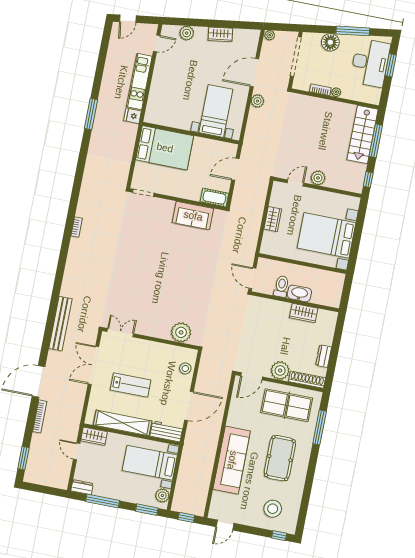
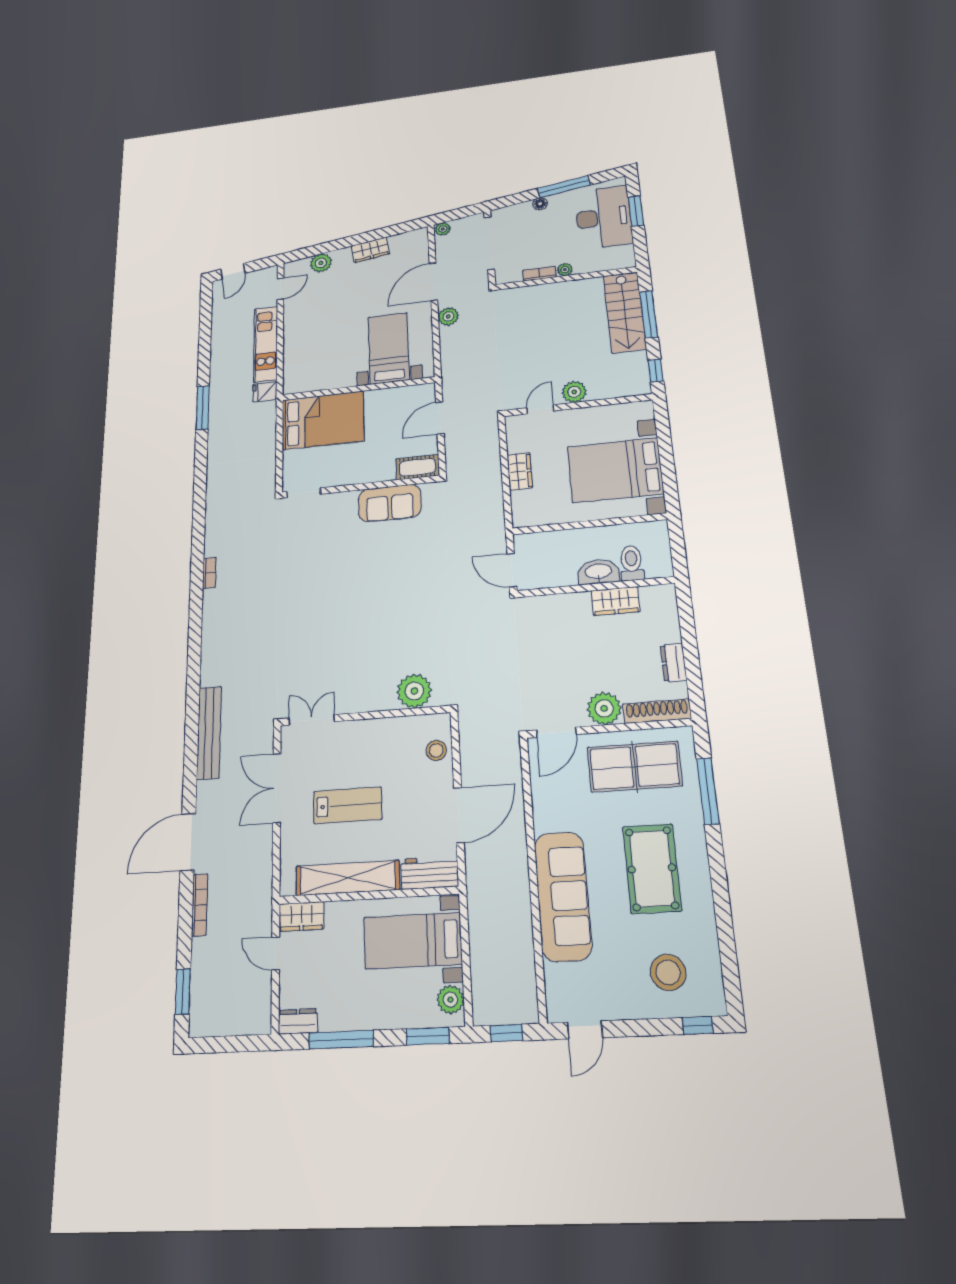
floor lamp: (330, 42) -> (540, 204), width x0.53, depth x0.53
toilet: (281, 286) -> (631, 563), moved

